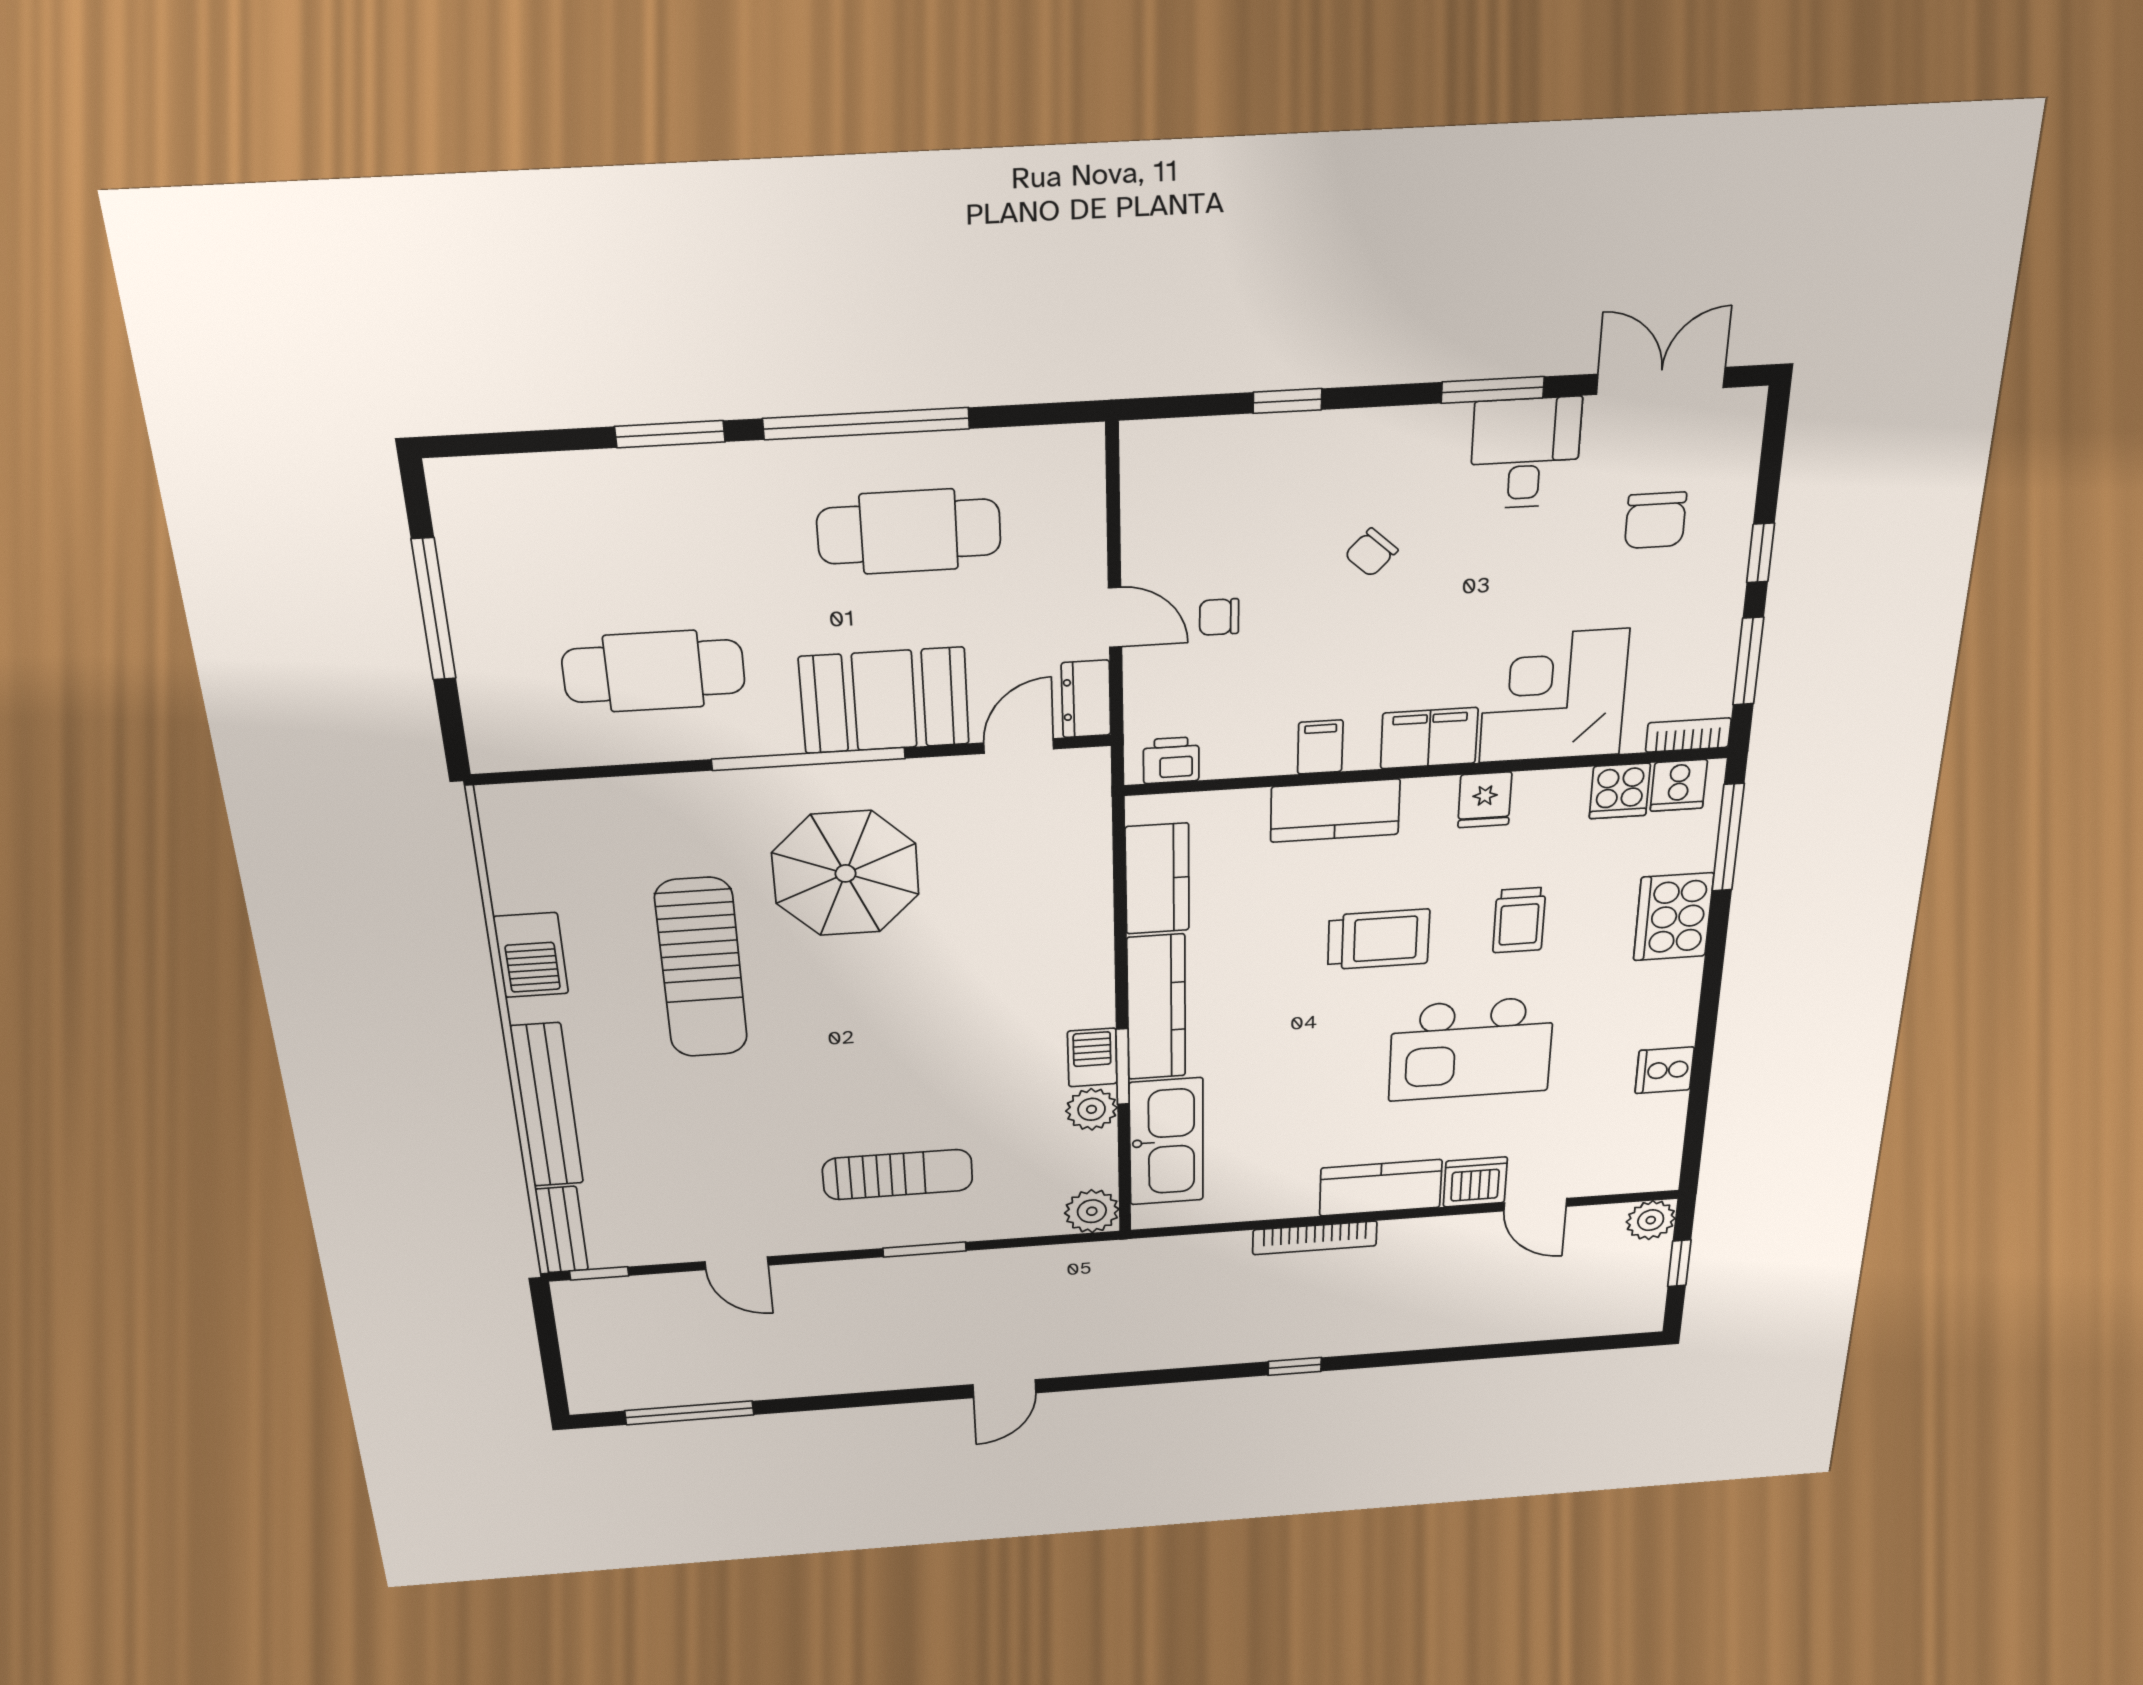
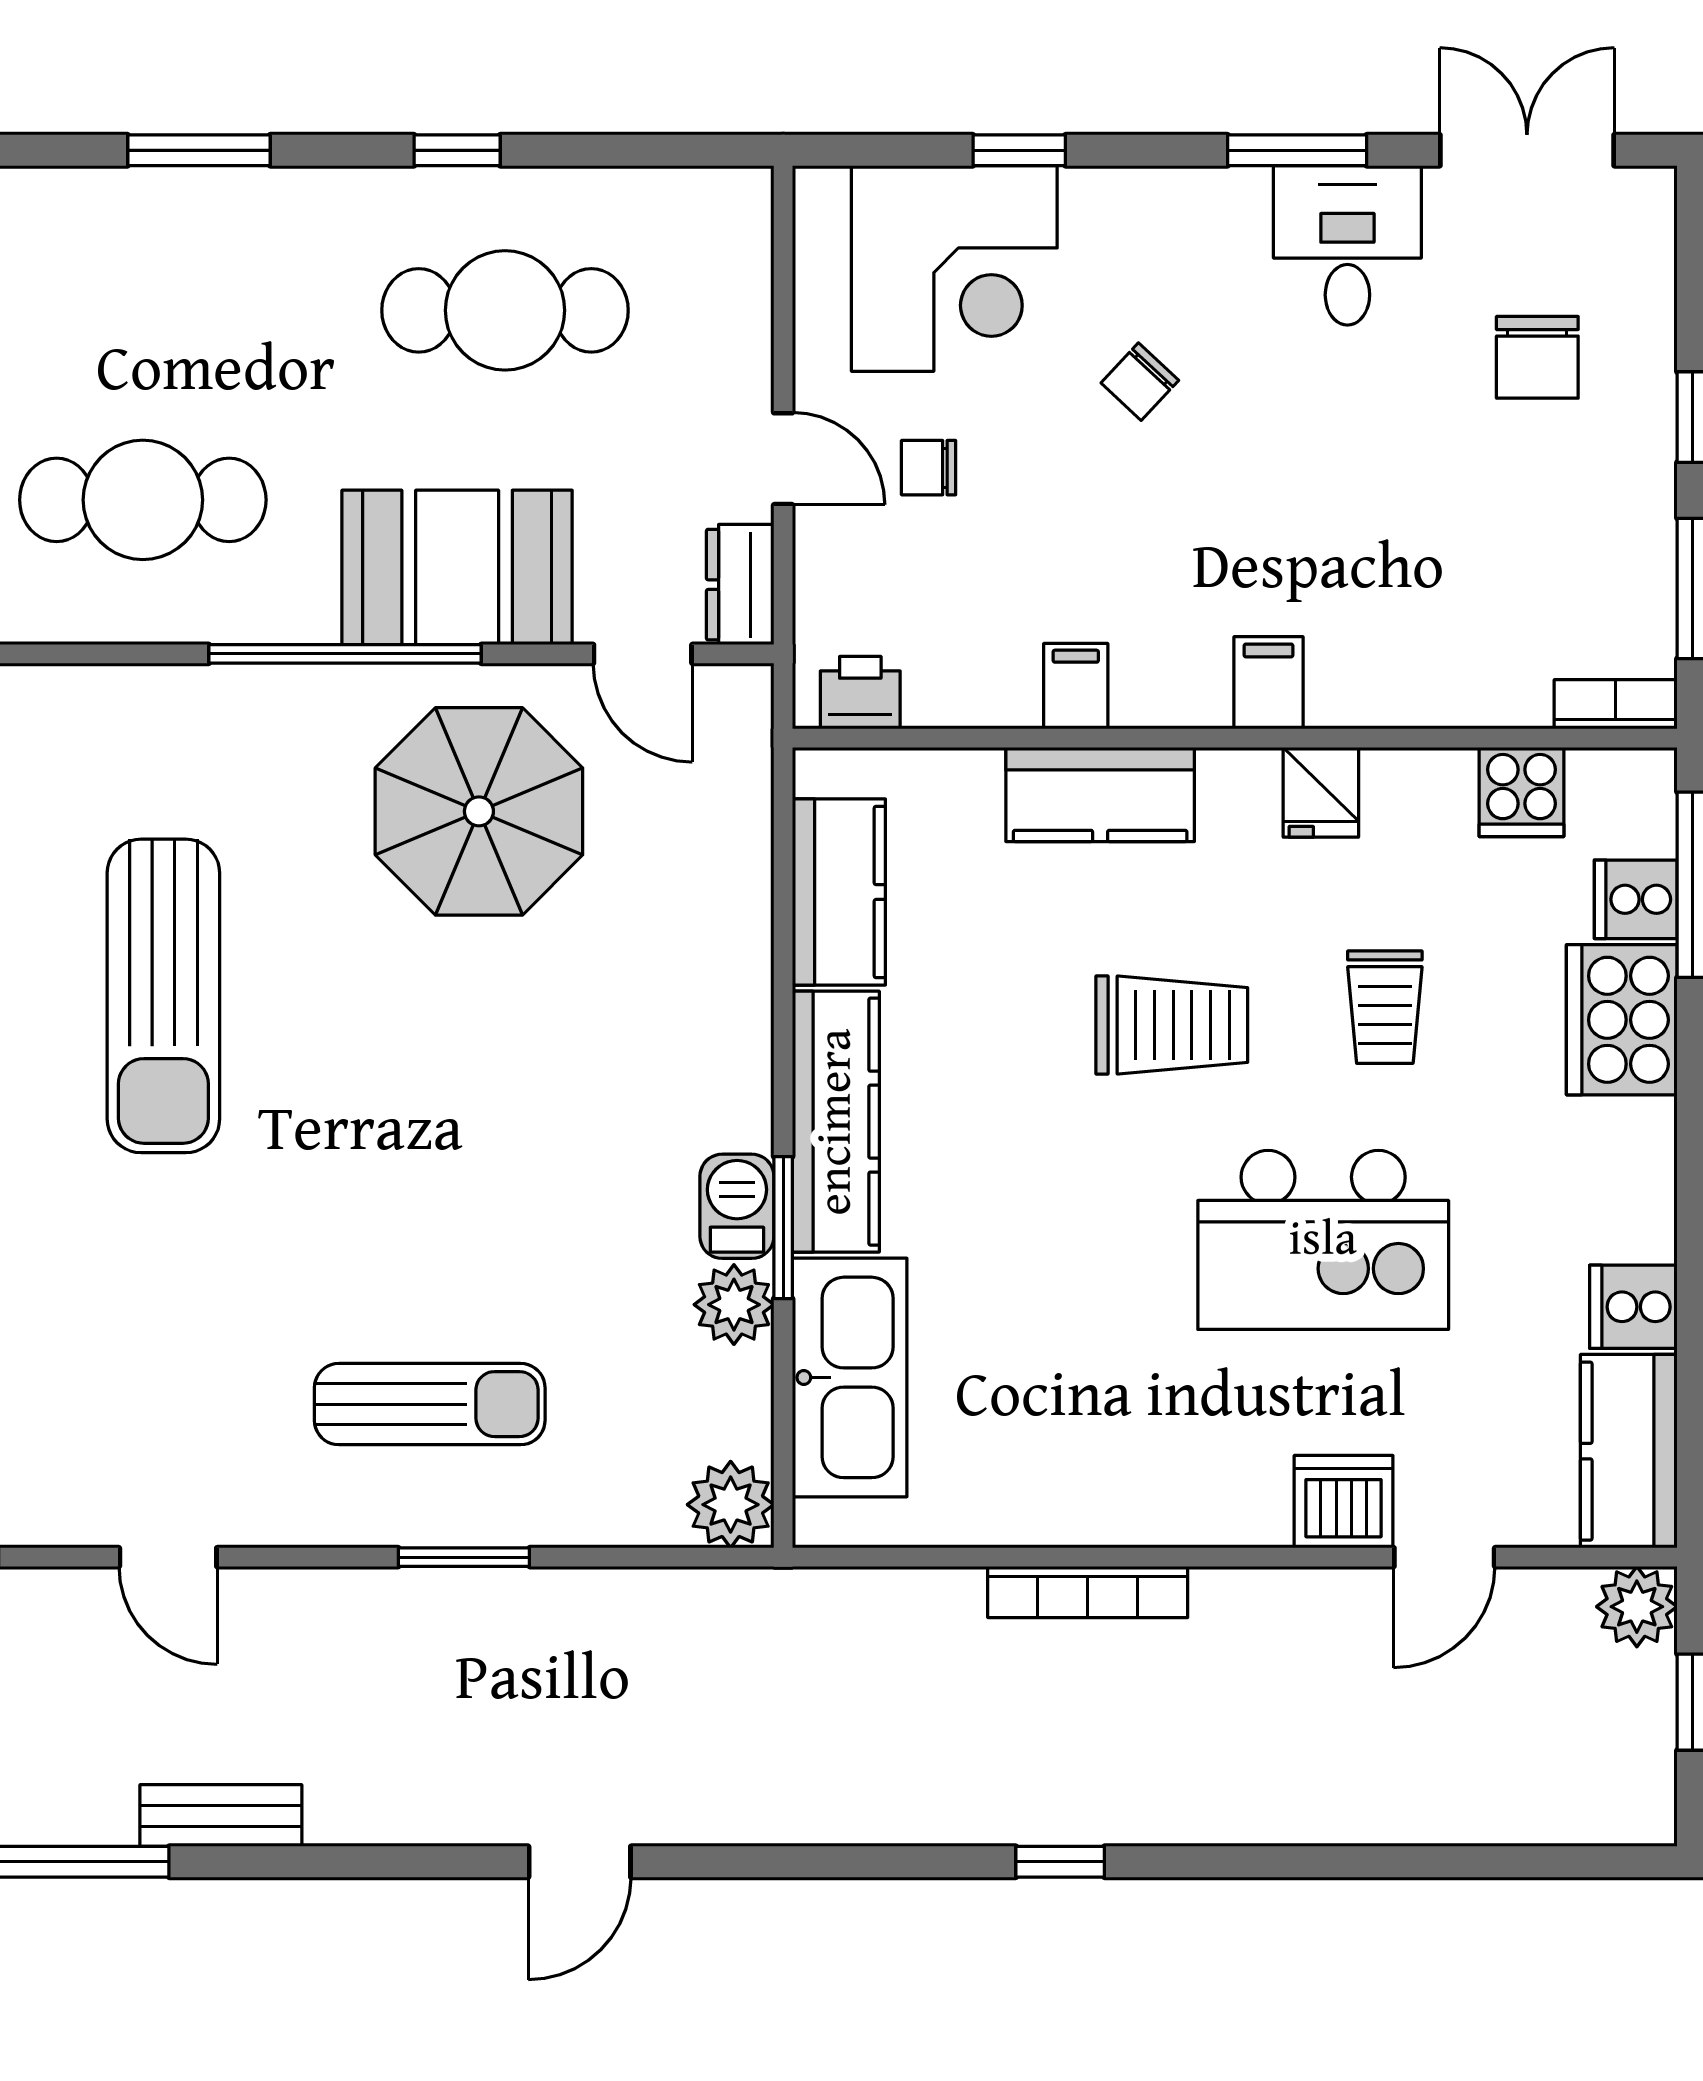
window: (866, 424) -> (457, 150), width x0.32
corner desk: (1554, 696) -> (954, 268), moved, turned 180
filing cabinet: (1429, 738) -> (1268, 683), width x0.50
door: (1019, 746) -> (643, 654), swing flipped
cooker: (1679, 785) -> (1636, 899), moved, turned 90
parasol: (846, 873) -> (479, 811), moved
kitchen counter: (1381, 1188) -> (1629, 1451), moved, turned -90
door: (1535, 1205) -> (1444, 1557), hinge flipped
bench: (783, 1384) -> (221, 1816), added

